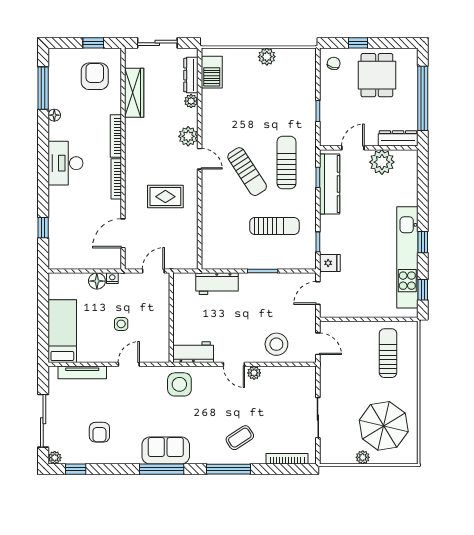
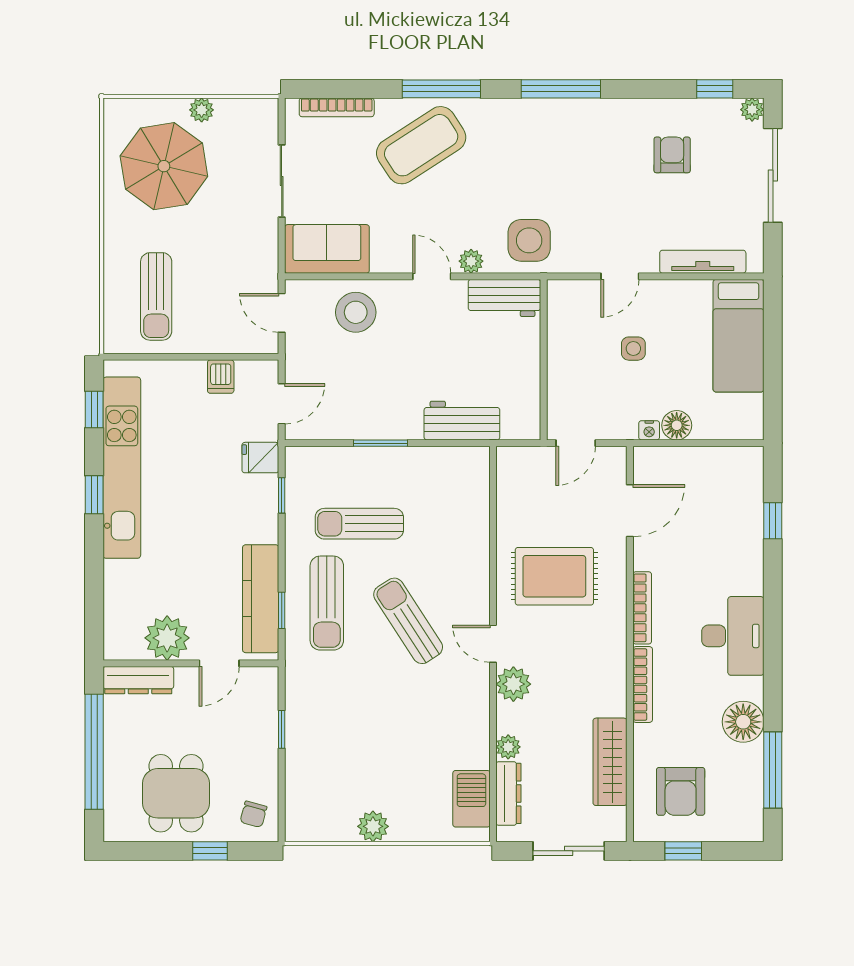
floor lamp: (54, 115) -> (743, 722), width x1.89, depth x1.89
sun lounger: (286, 163) -> (327, 603), moved
rug: (165, 197) -> (554, 576), width x1.36, depth x1.43
dishwasher: (352, 308) -> (221, 377), added
plant: (254, 373) -> (471, 261), moved
coffee table: (240, 438) -> (421, 145), width x1.86, depth x1.72
sofa: (166, 451) -> (327, 249), moved, turned 180

